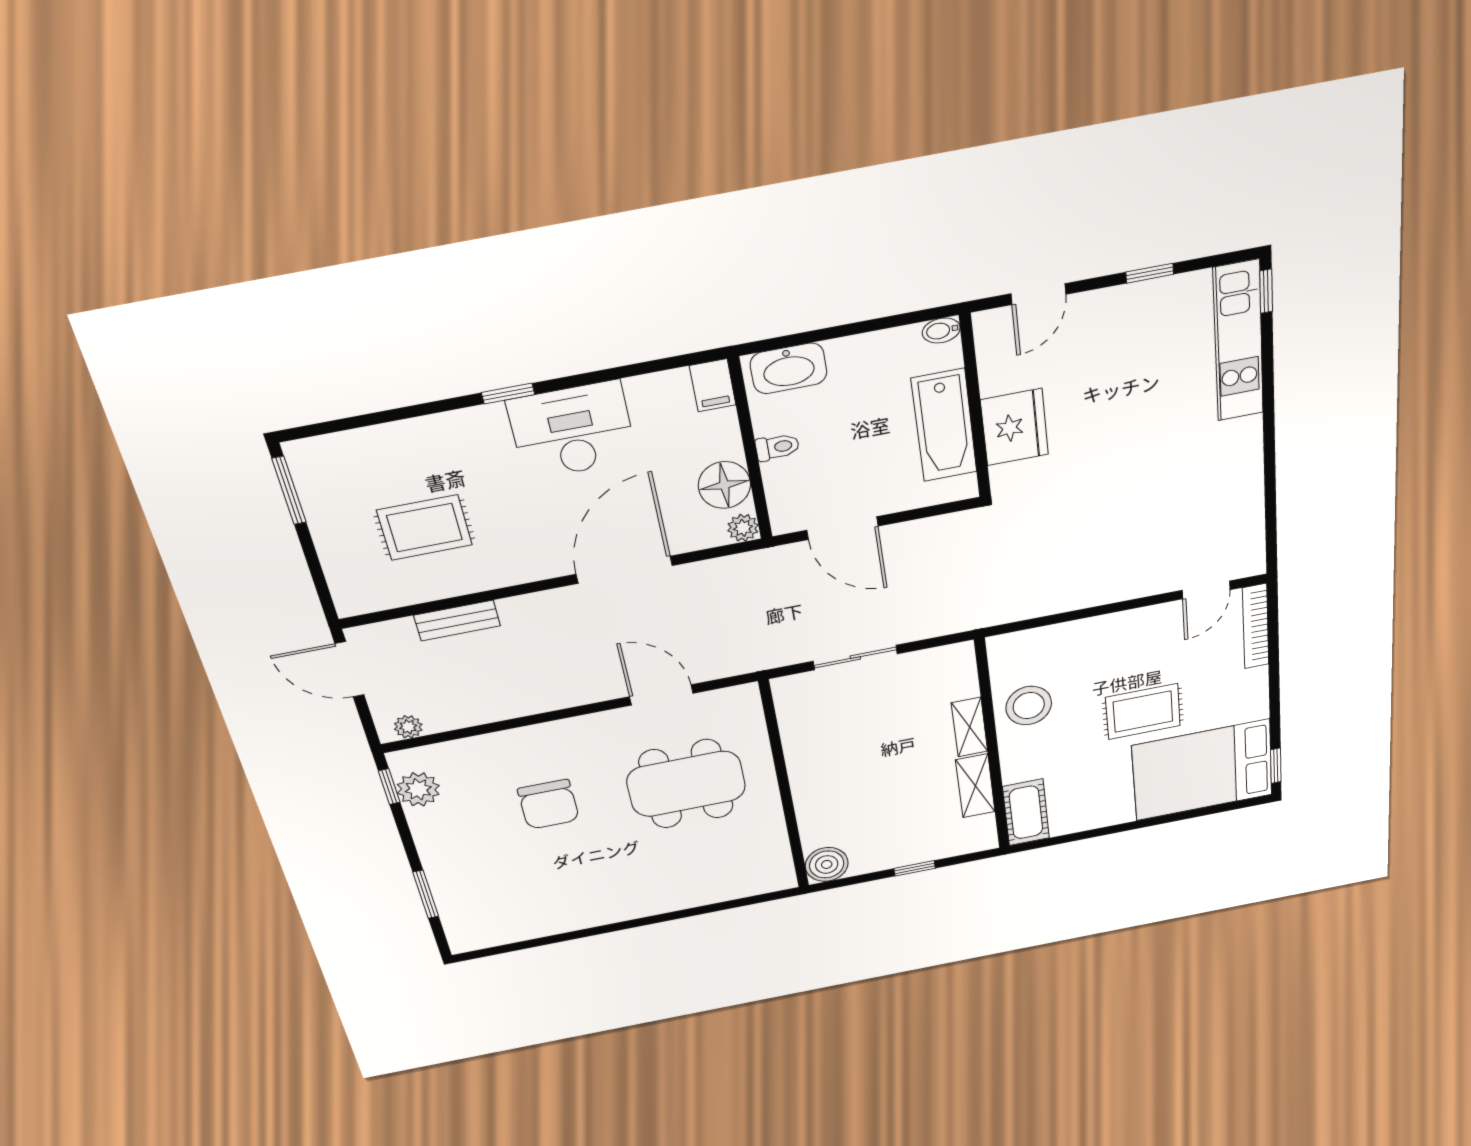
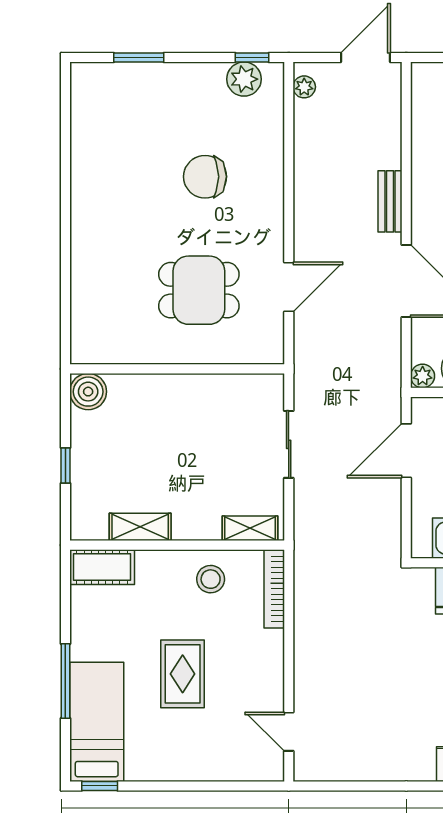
bench: (457, 621) -> (390, 201), moved
bookcase: (1256, 626) -> (274, 589), moved, turned -90
stool: (1029, 706) -> (211, 579), width x0.73, depth x0.73
shelving: (970, 727) -> (250, 528), moved
bed: (1202, 770) -> (97, 722), width x0.67
dining table: (686, 784) -> (199, 290), width x0.73
window: (1158, 821) -> (65, 681), added

